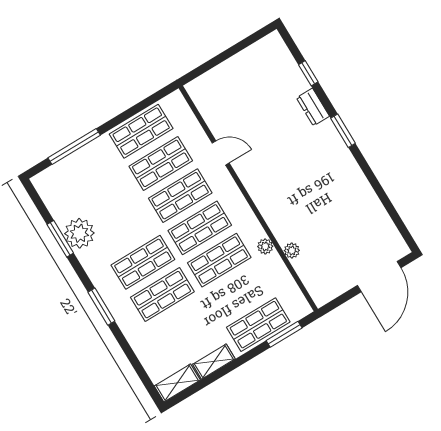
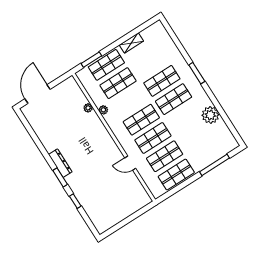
window: (308, 73) -> (75, 201), moved
dresser: (313, 107) -> (60, 163), moved, width x1.44
window: (60, 239) -> (221, 112), removed
shop shelf: (219, 260) -> (118, 83), moved
shelving: (177, 383) -> (152, 30), removed

